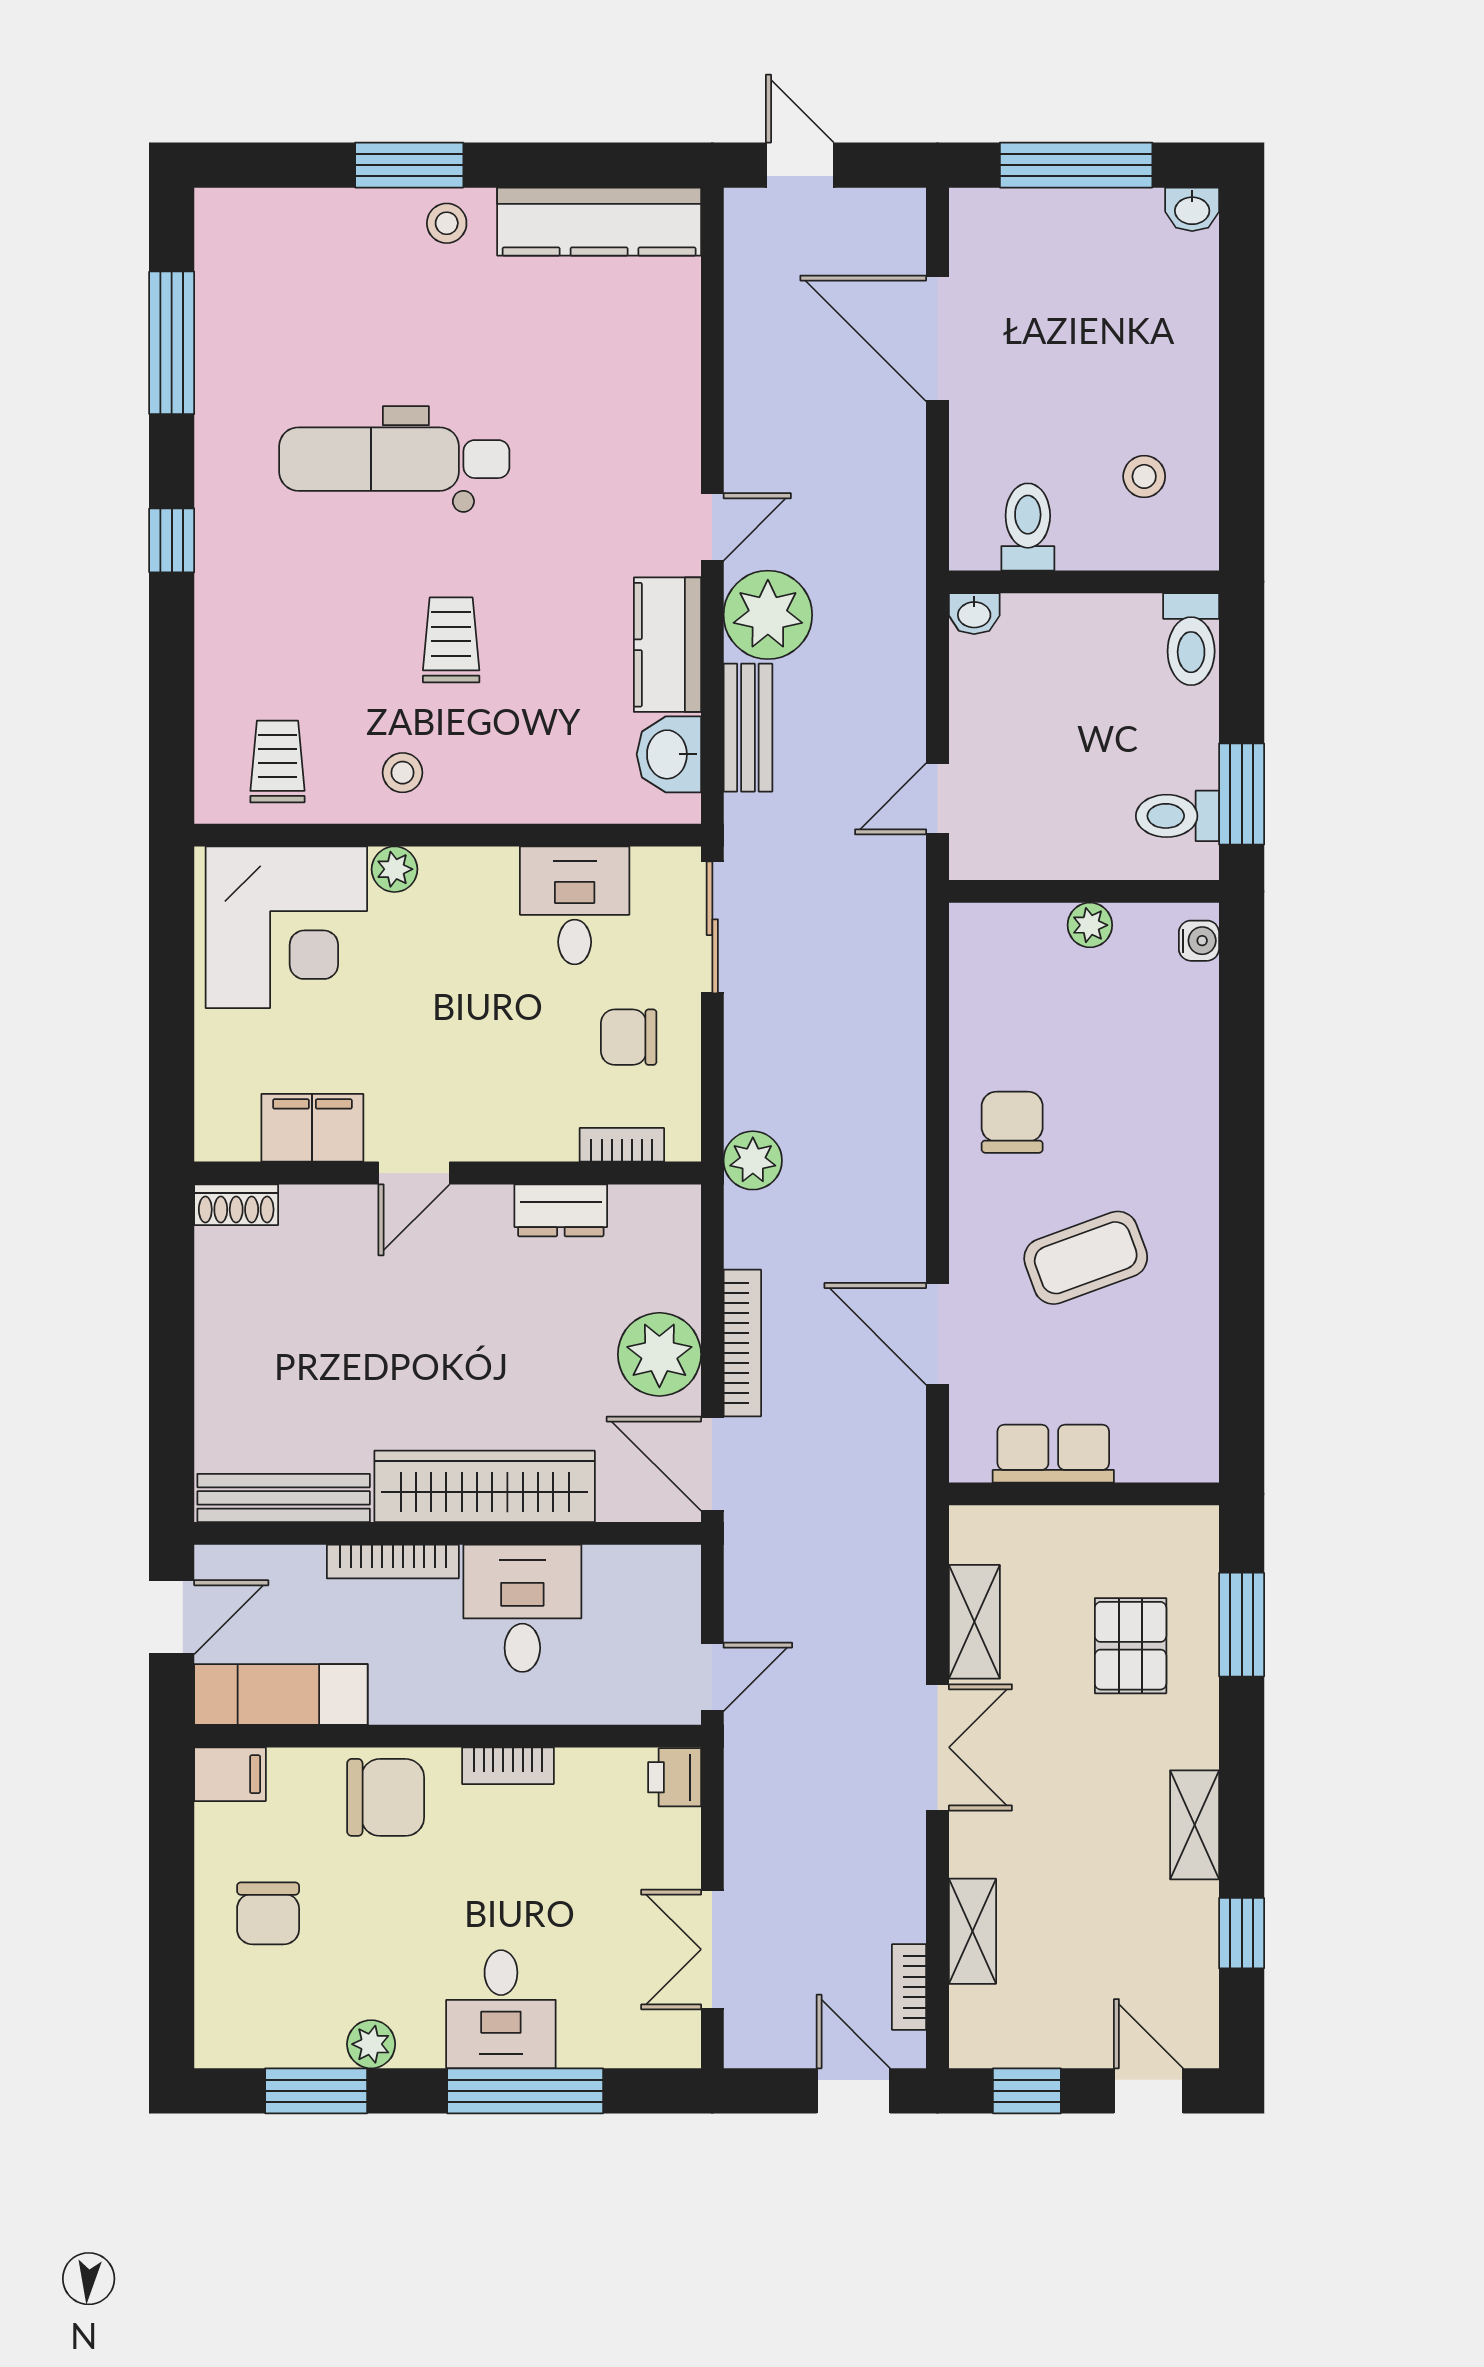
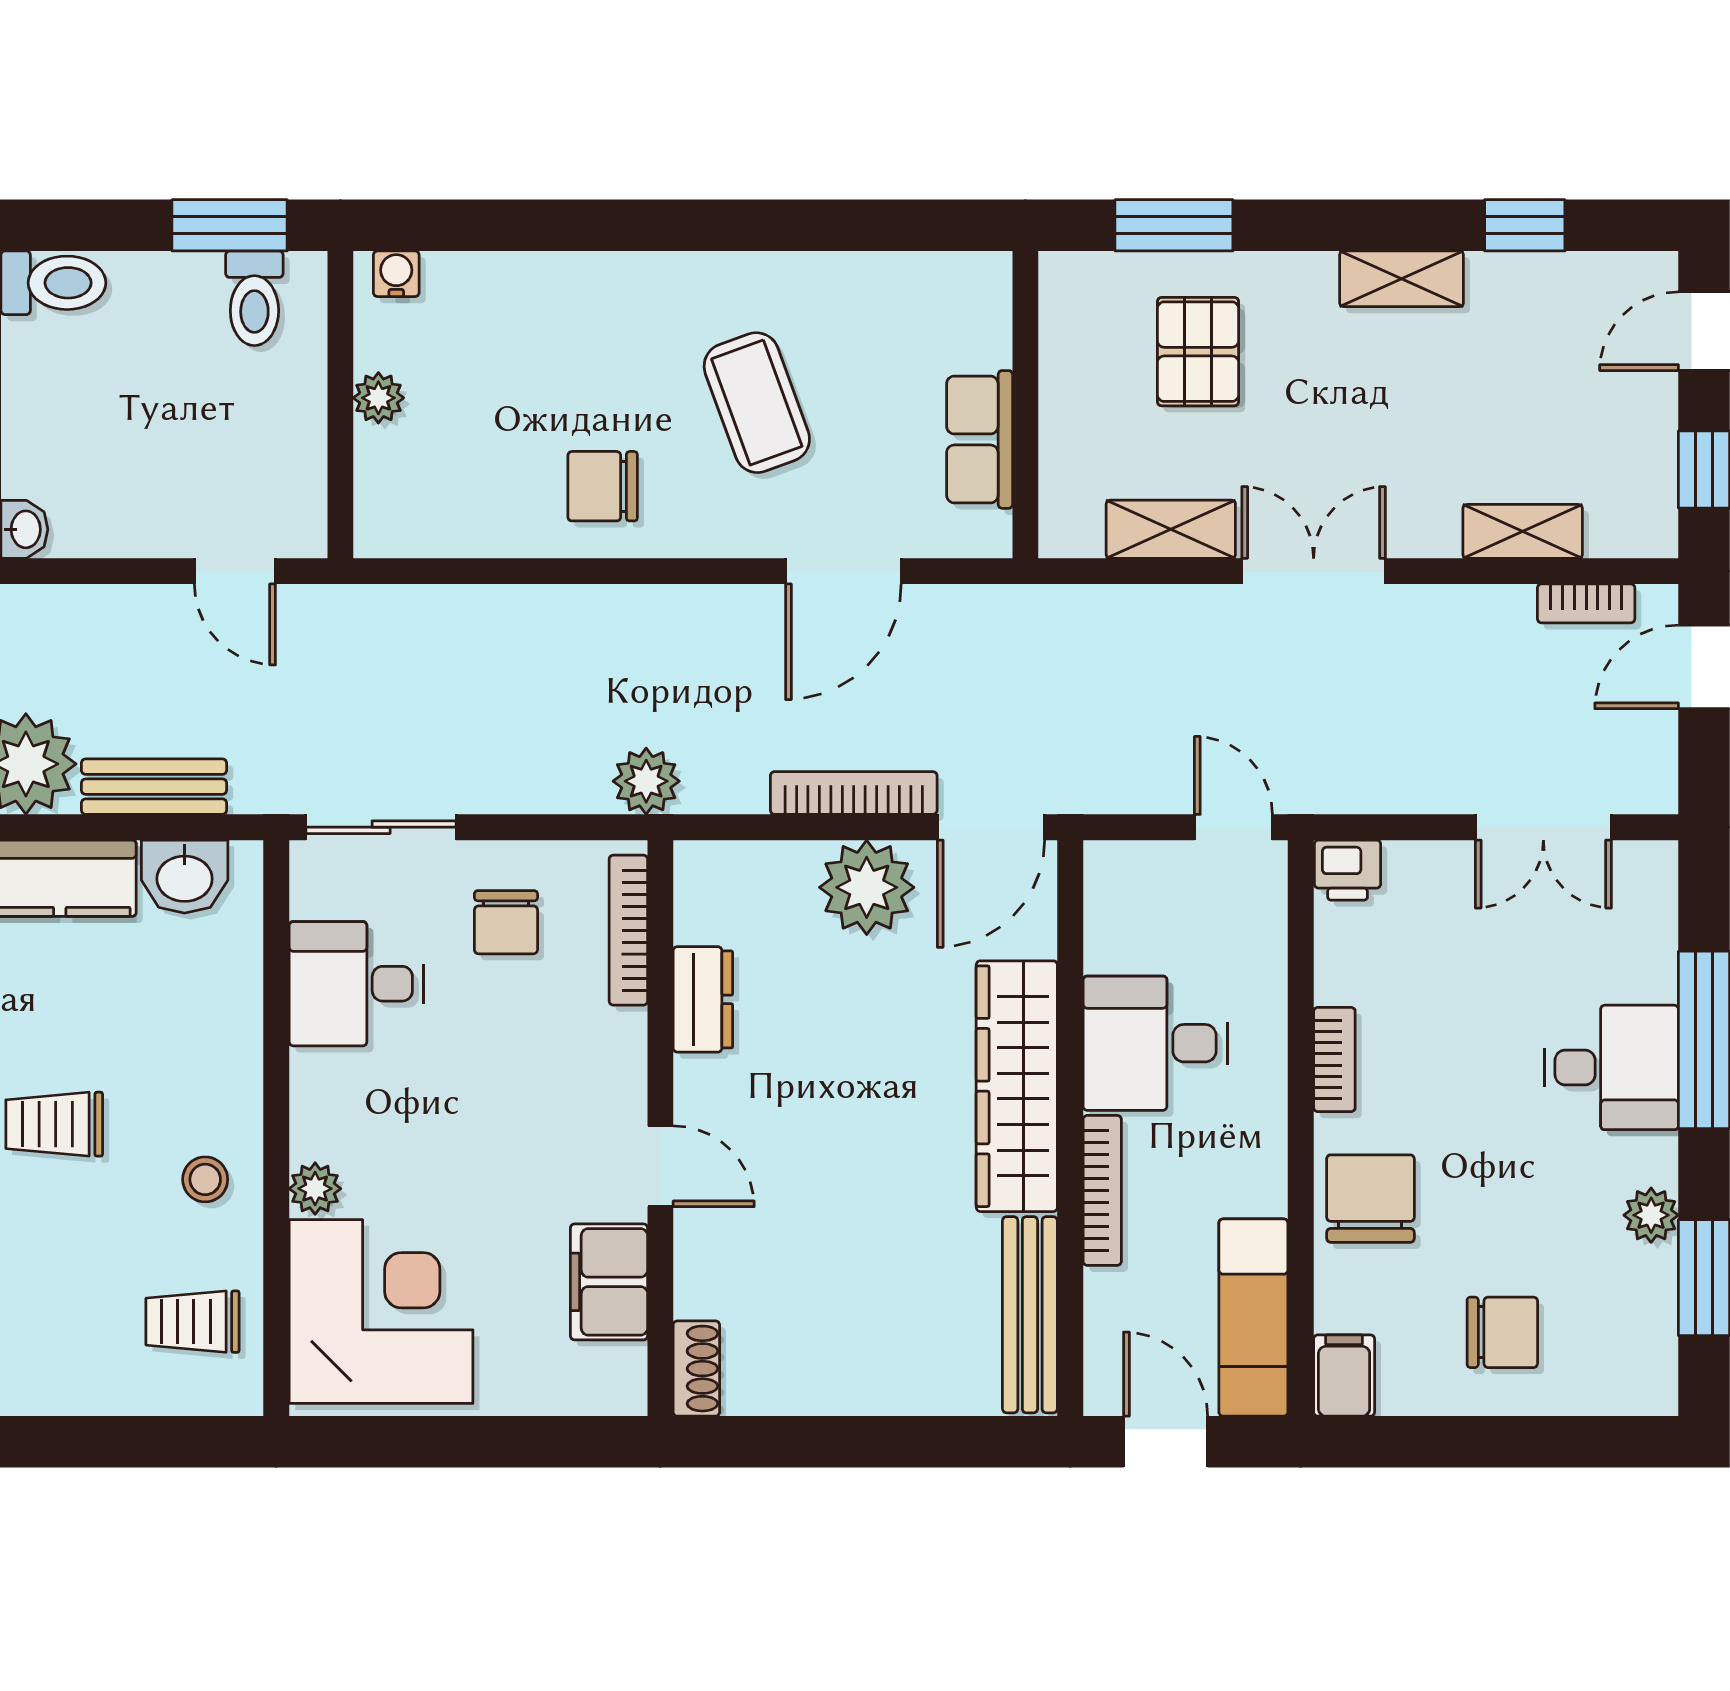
bookcase: (622, 1145) -> (628, 930), width x1.56
pallet: (1131, 1646) -> (1198, 352), turned 90

